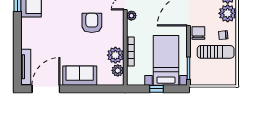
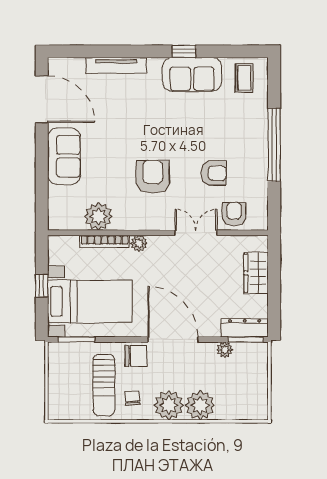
plant: (131, 16) -> (139, 243), moved
armchair: (92, 23) -> (153, 177), turned -90
tv unit: (26, 67) -> (116, 65), moved
plant: (118, 70) -> (73, 220), removed

